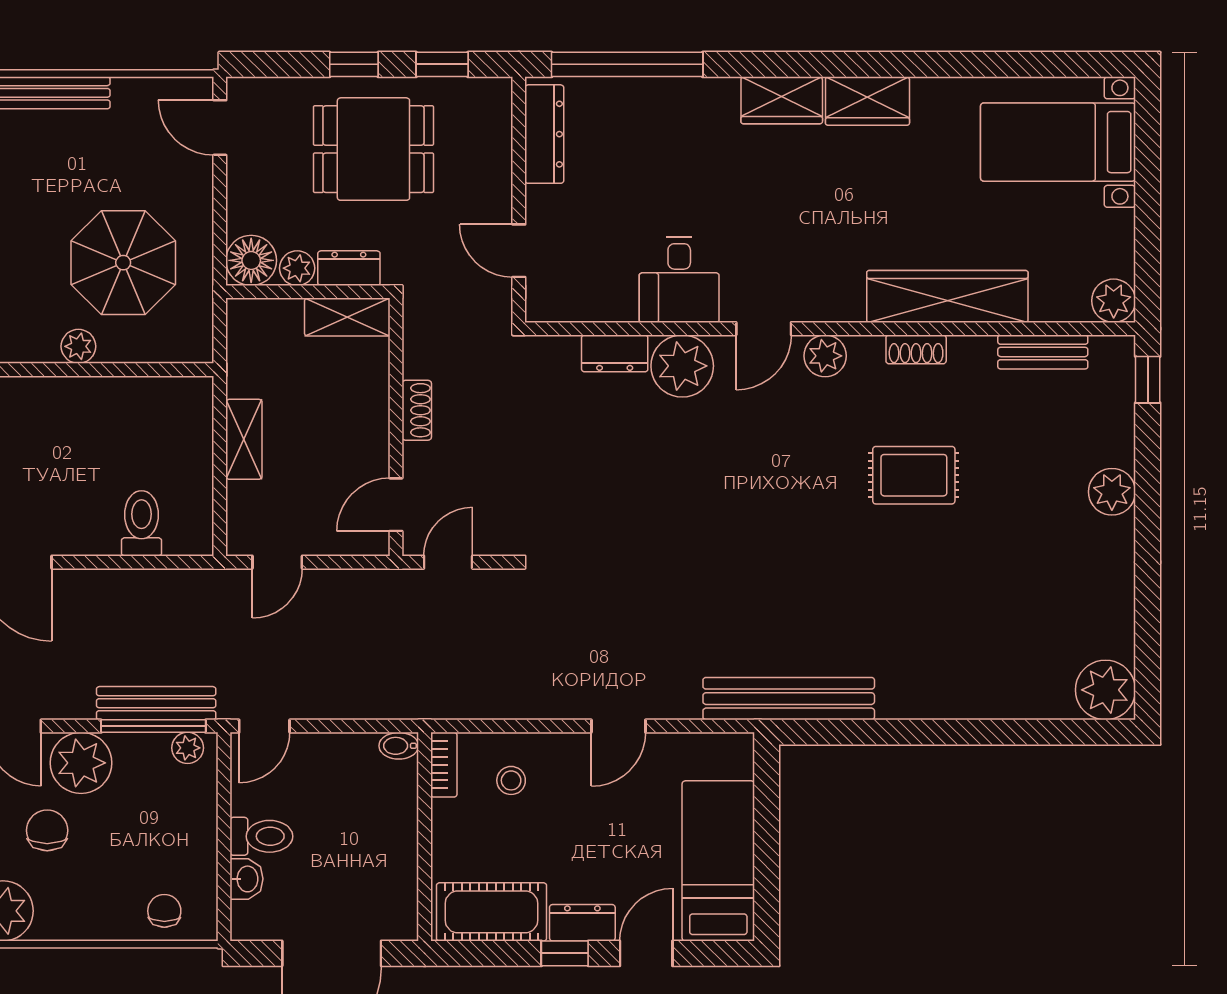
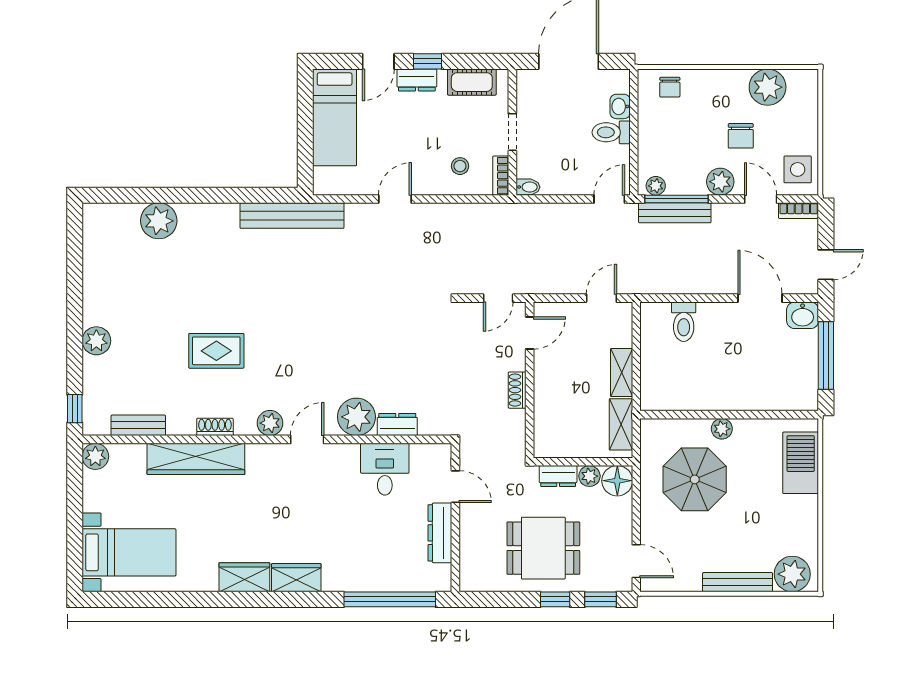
window: (442, 64) -> (601, 599), moved
dresser: (544, 134) -> (440, 533), moved
desk: (679, 280) -> (385, 469), moved
shelving: (347, 317) -> (621, 424), moved, turned 90
plant: (1105, 690) -> (159, 221), moved
plant: (81, 763) -> (720, 182), width x0.73, depth x0.73
doorway: (425, 837) -> (512, 132), added
cot: (491, 912) -> (472, 82), width x0.73, depth x0.75

